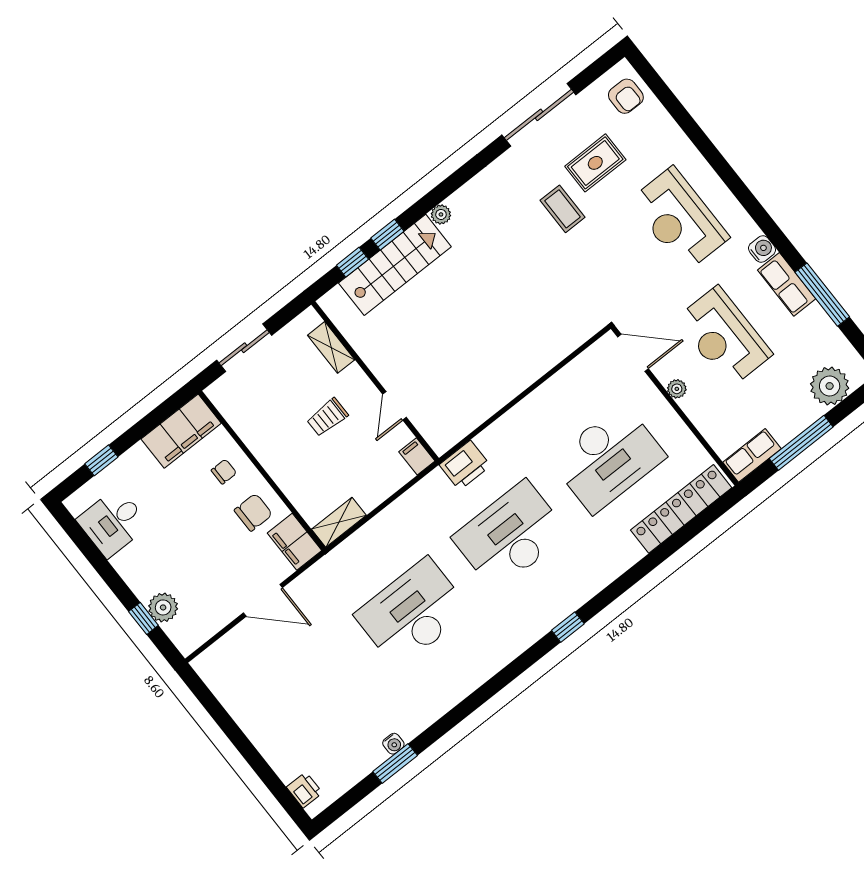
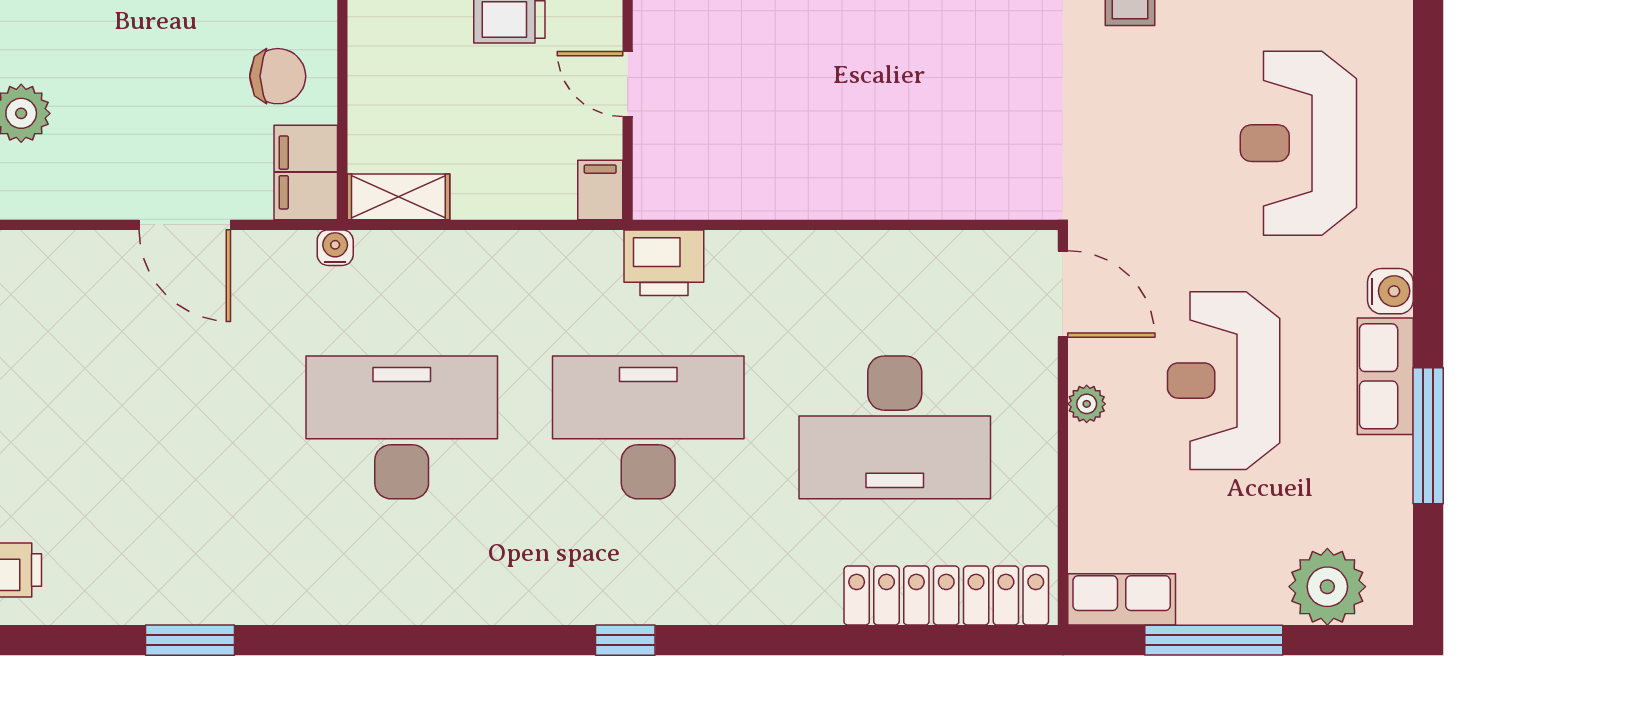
door: (394, 406) -> (628, 84), hinge flipped
water cooler: (393, 744) -> (335, 248), moved, turned 180

